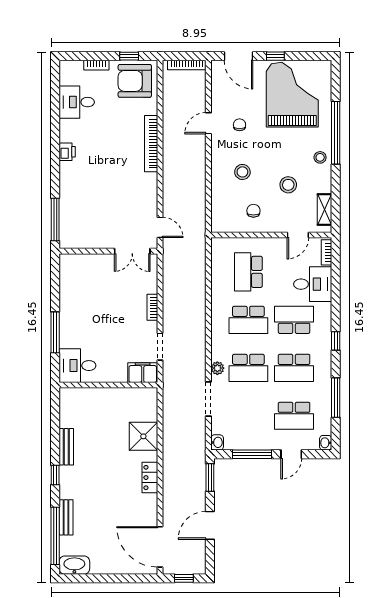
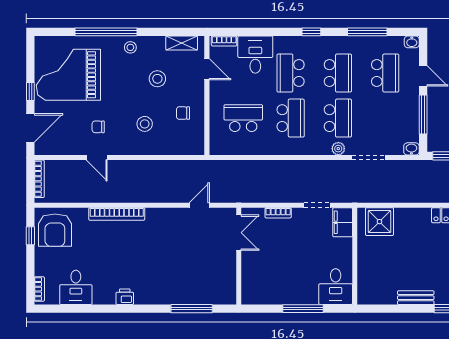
bookcase: (96, 65) -> (39, 289), moved
wall: (108, 251) -> (239, 256), moved
double door: (132, 251) -> (239, 233), moved
school desk: (248, 272) -> (243, 118), turned 180
shower: (143, 436) -> (379, 222), moved

